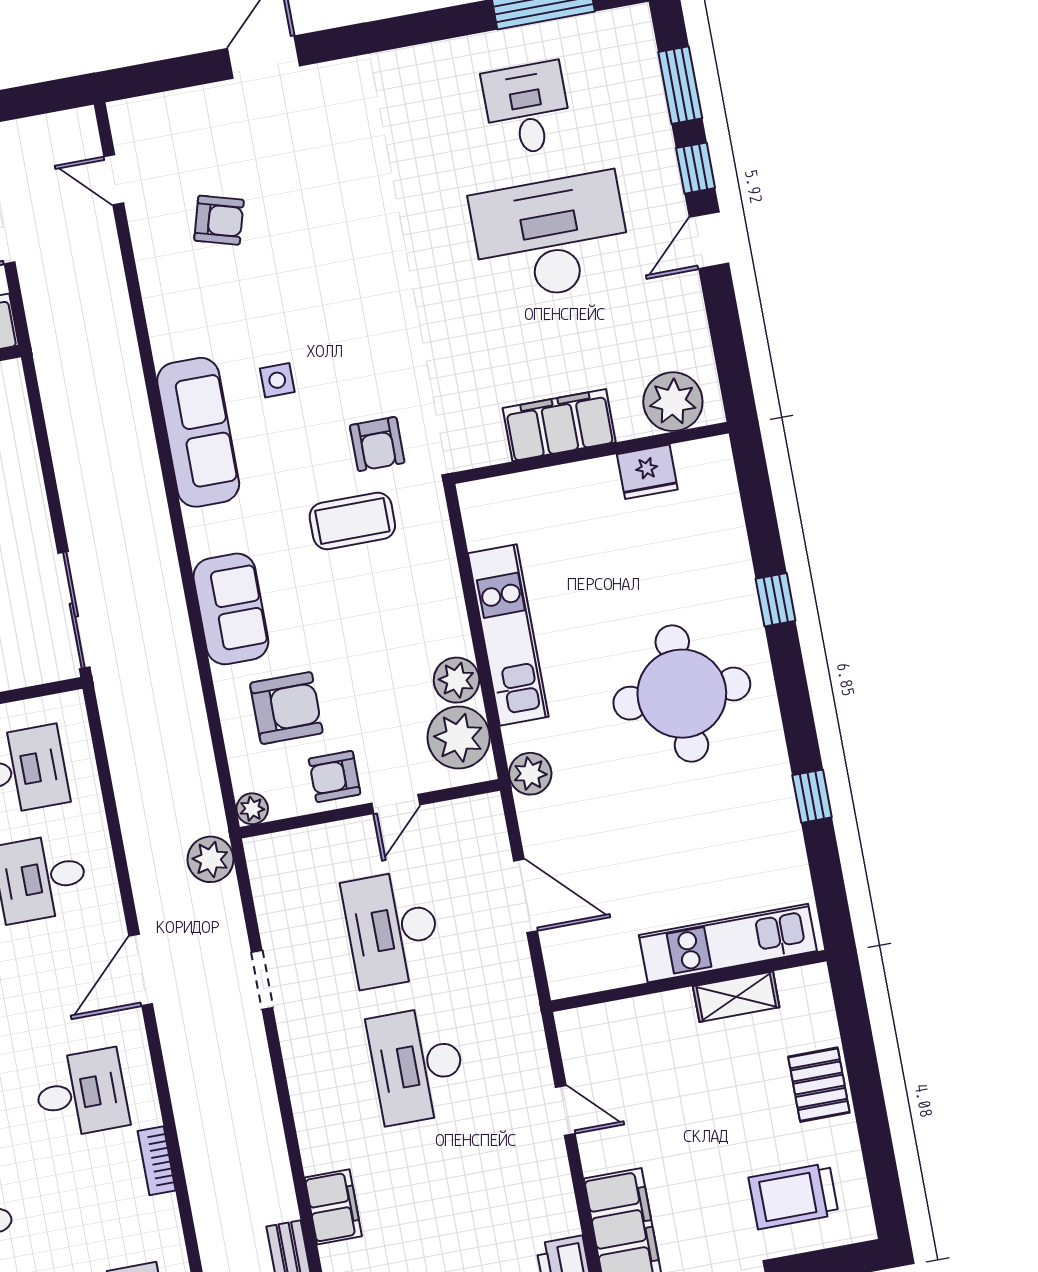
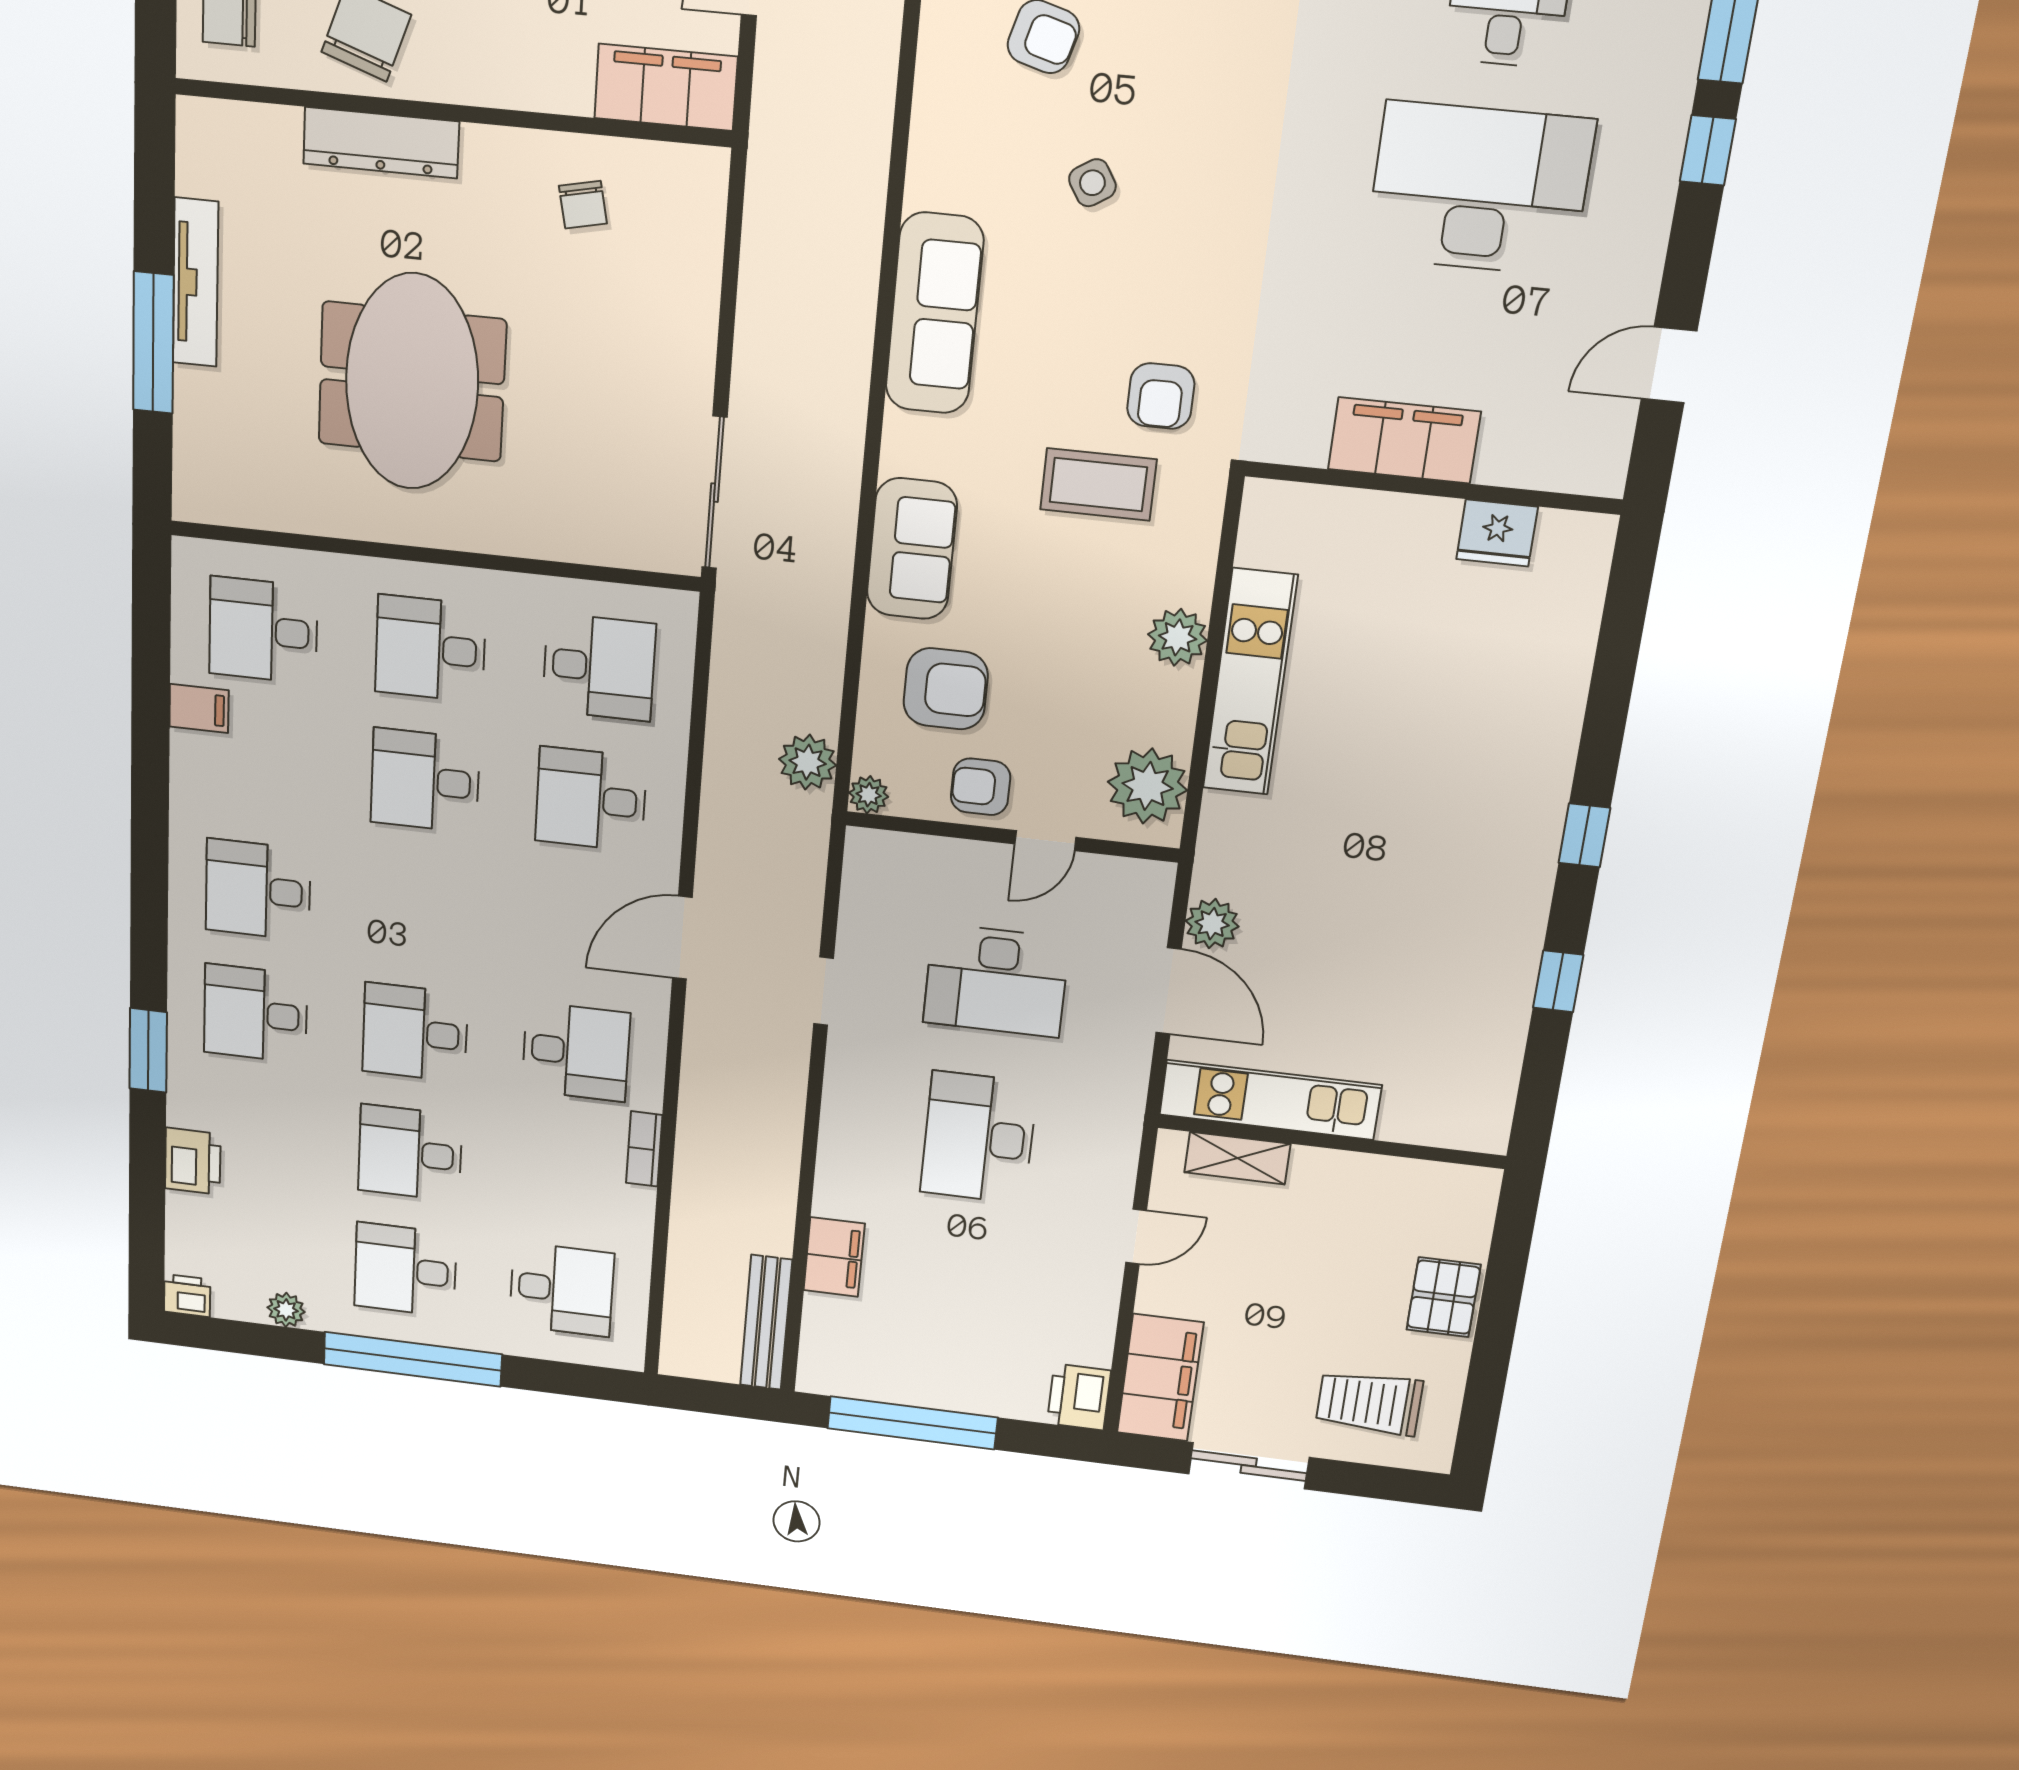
door: (709, 240) -> (1669, 365), moved
side table: (277, 380) -> (1092, 183), moved, turned -32
plant: (673, 402) -> (1563, 453), removed
window: (776, 600) -> (1584, 835), moved
plant: (456, 680) -> (1178, 637), moved
round table: (682, 694) -> (1442, 816), removed
plant: (530, 774) -> (1212, 924), moved
plant: (210, 859) -> (808, 762), moved
desk: (392, 929) -> (996, 981), turned -90
kitchen unit: (728, 943) -> (1270, 1100), moved
shelving: (736, 997) -> (1237, 1158), moved
door: (565, 1110) -> (1136, 1236), hinge flipped

